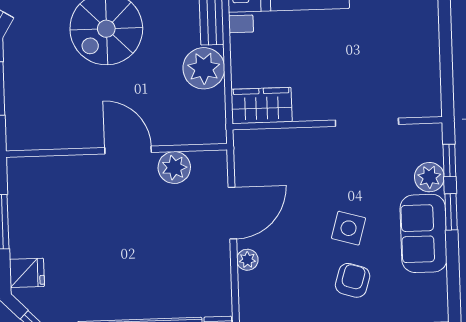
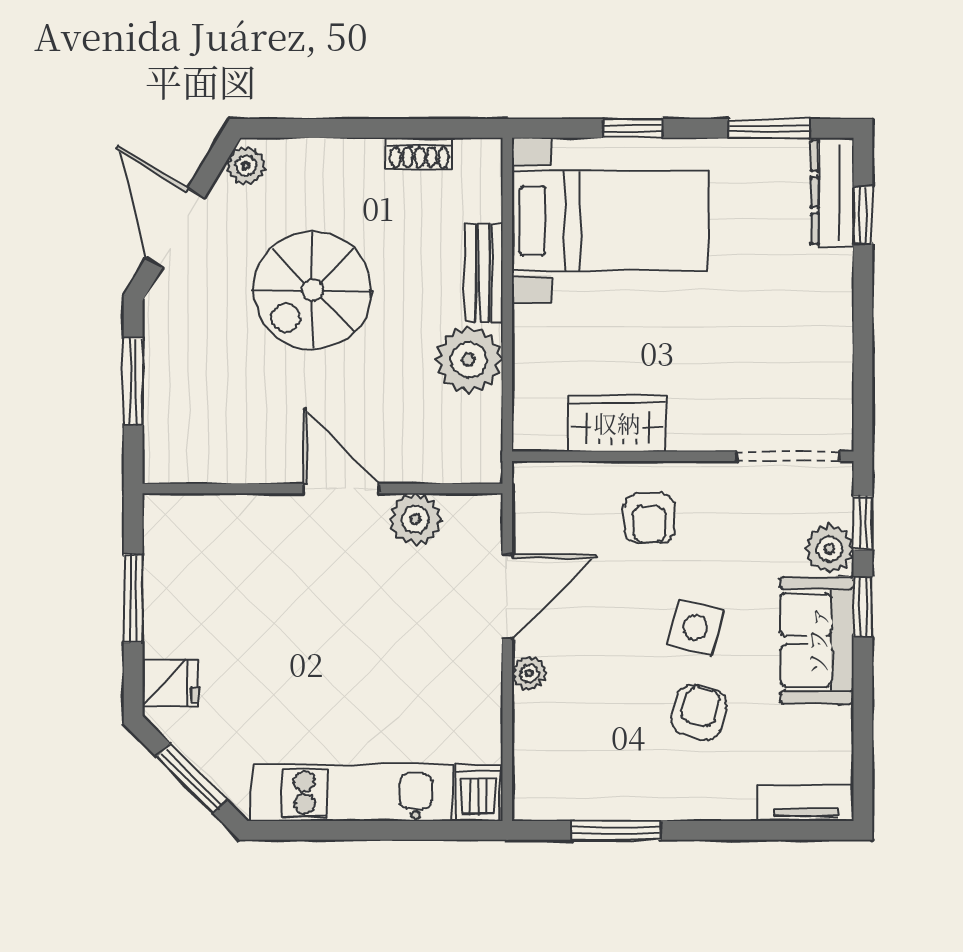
wardrobe: (262, 106) -> (617, 423), moved
doorway: (367, 122) -> (788, 456), moved
armchair: (318, 162) -> (649, 518), added

